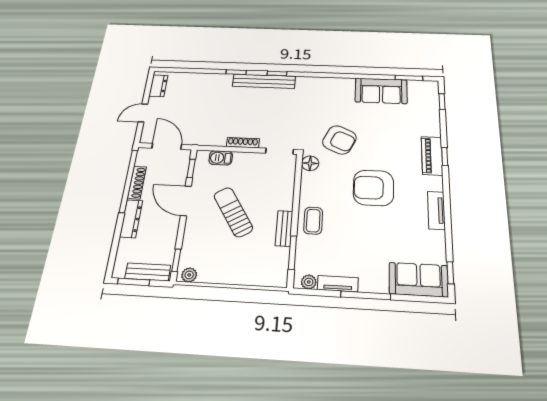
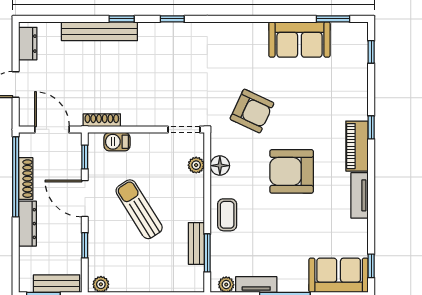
bench: (264, 81) -> (99, 31), moved
shoe rack: (243, 143) -> (102, 120), moved
piano: (432, 156) -> (357, 146), moved
floor lamp: (310, 163) -> (220, 166), moved
plant: (288, 179) -> (196, 165), added
bench: (284, 228) -> (196, 243), moved
window: (176, 260) -> (85, 245), moved

